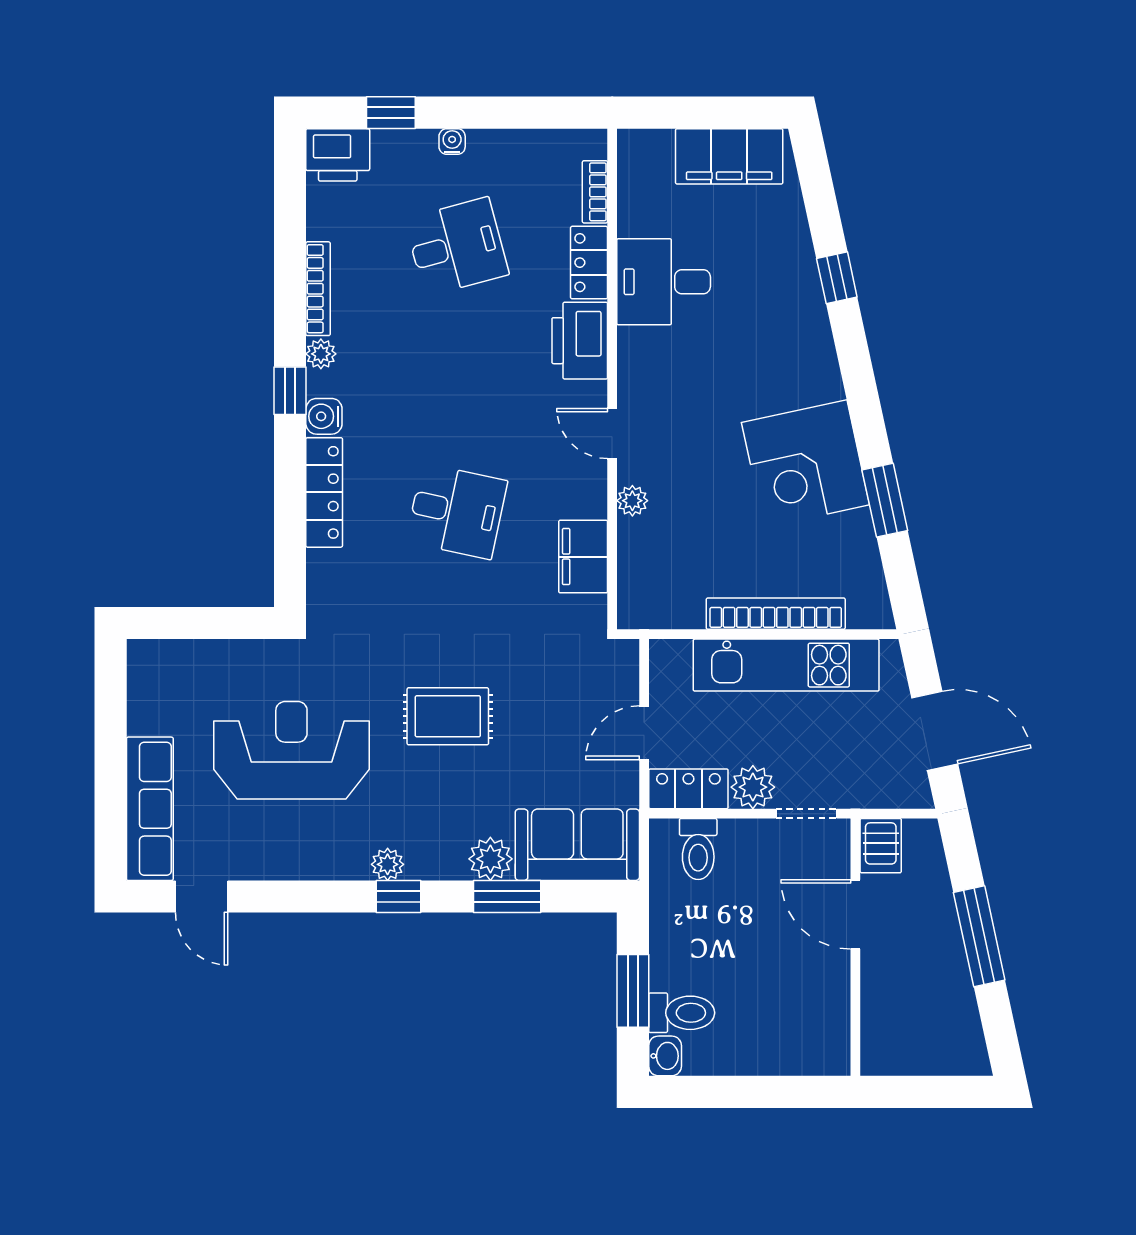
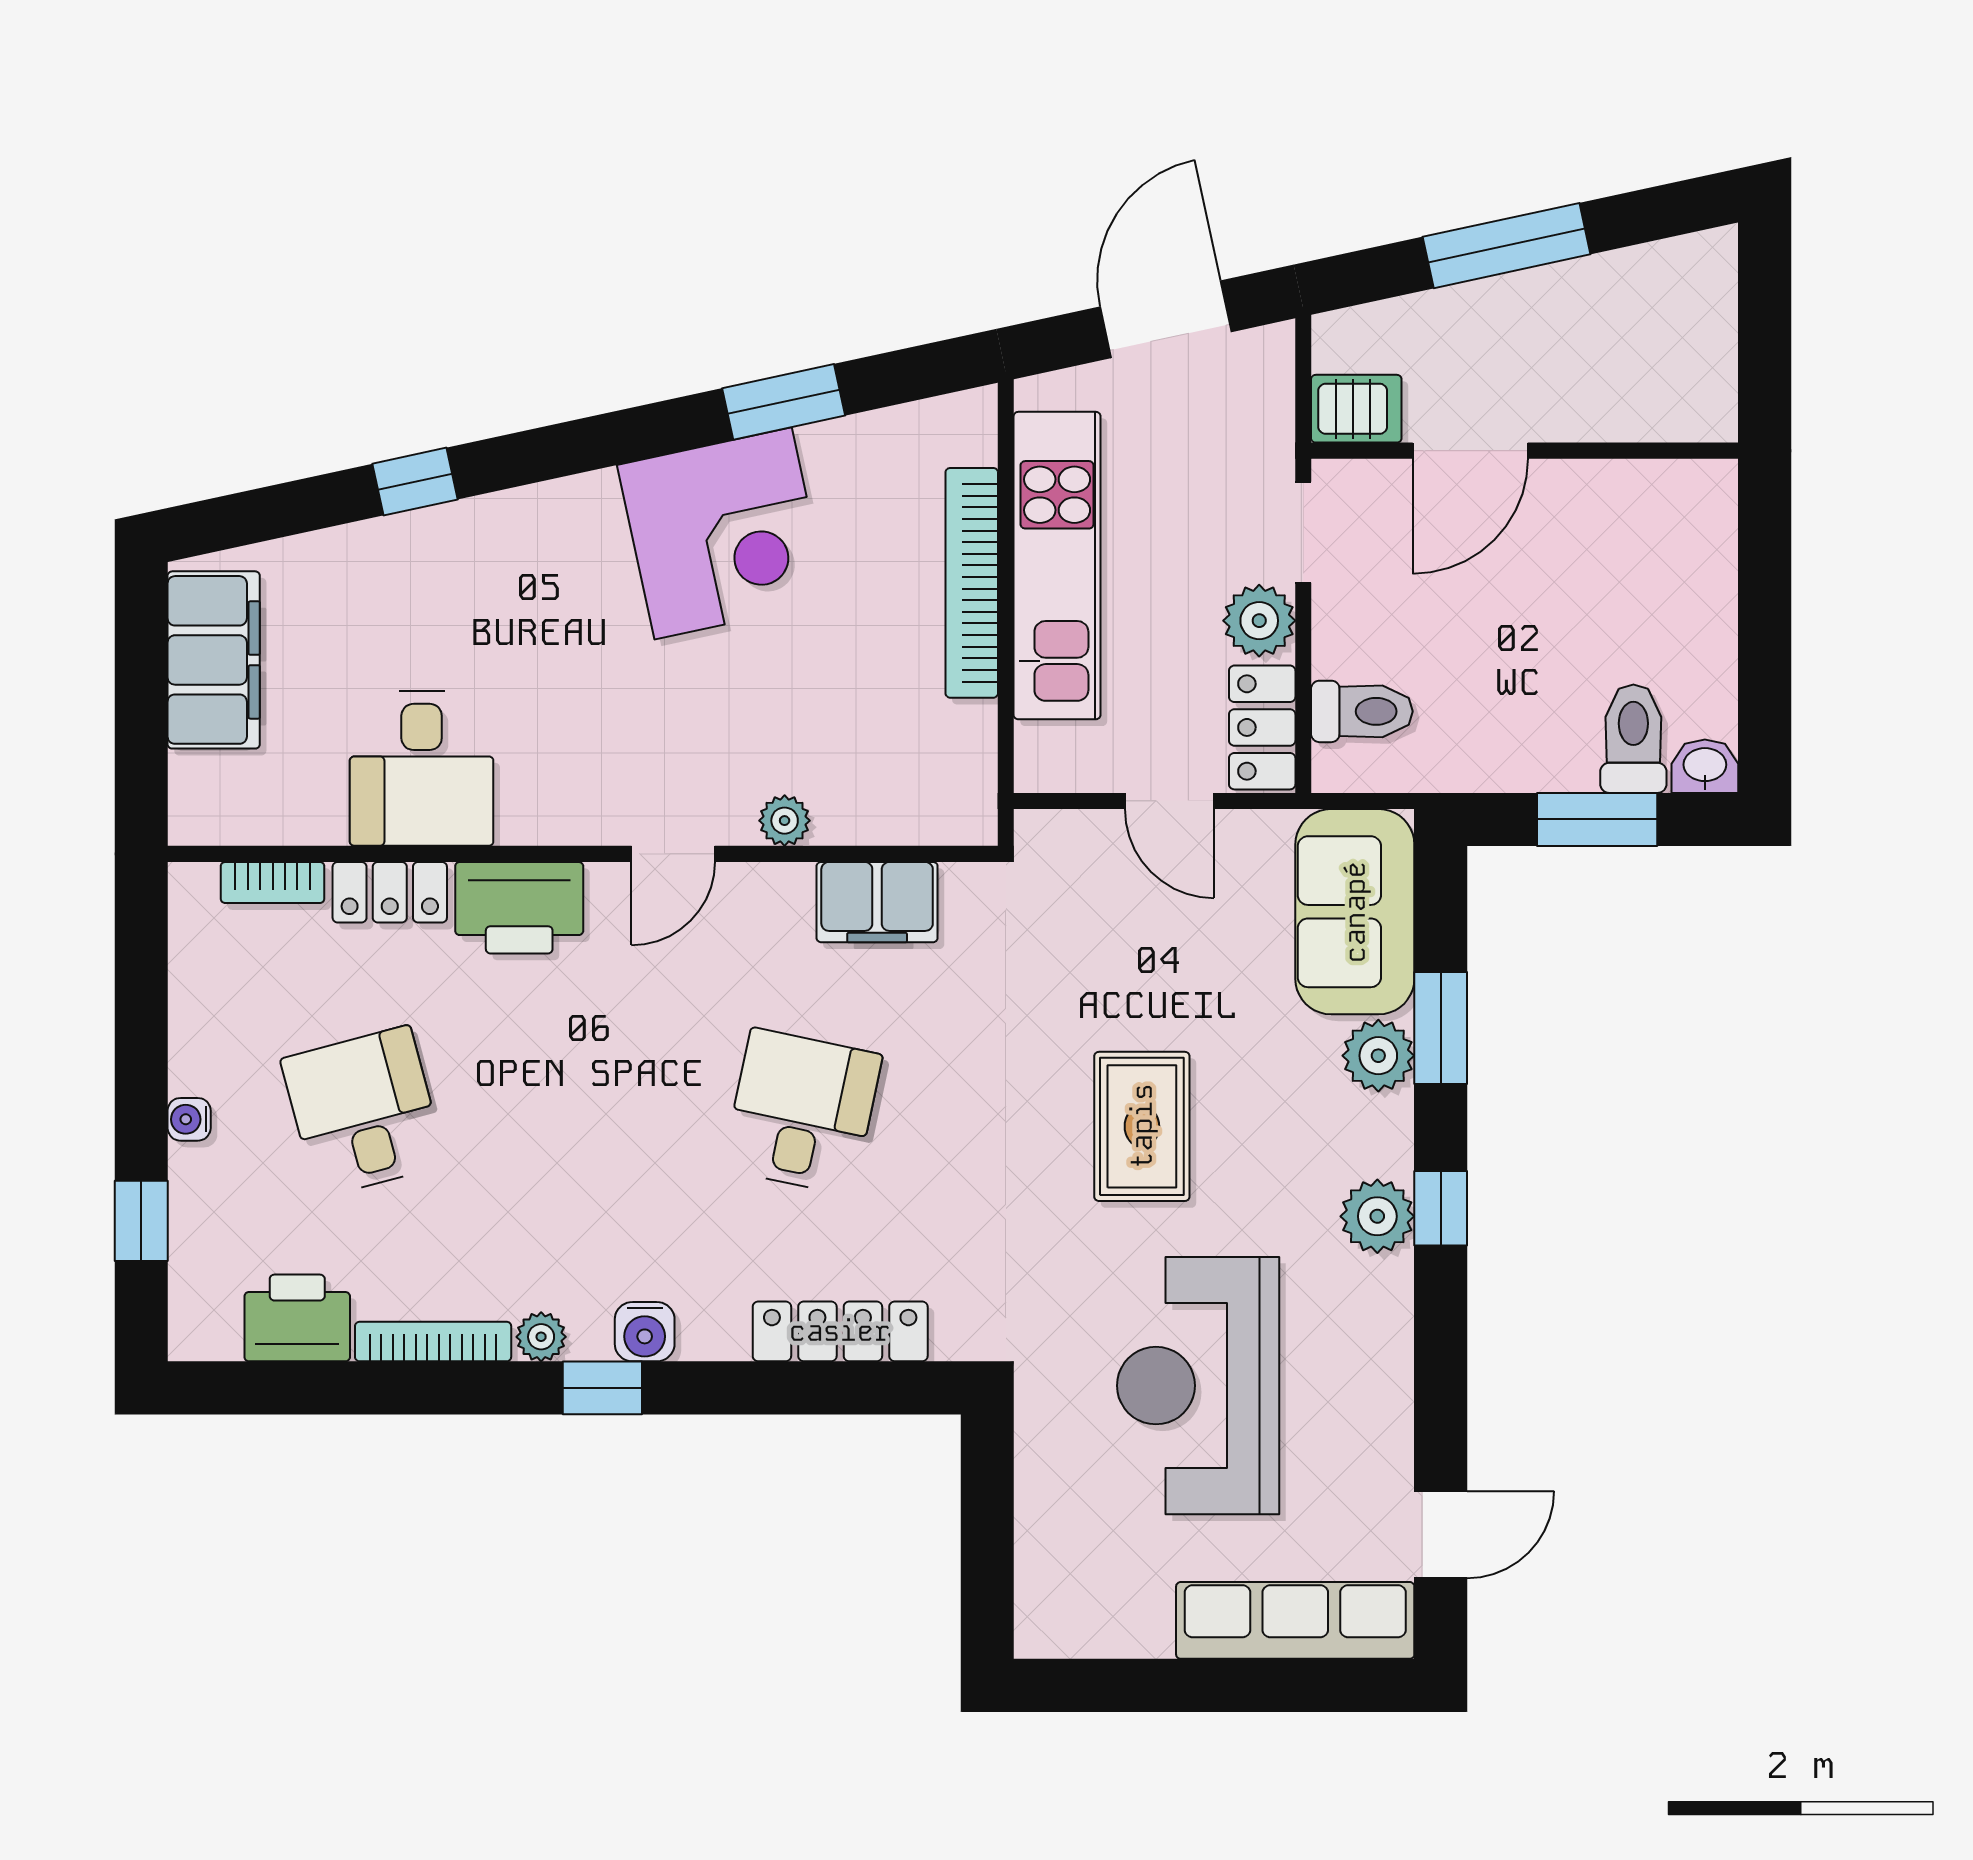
printer: (338, 155) -> (297, 1318), moved, turned -90
locker: (324, 492) -> (840, 1331), moved
plant: (388, 864) -> (1377, 1216), width x1.38, depth x1.38

